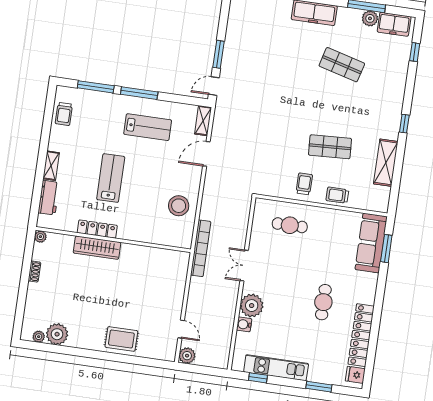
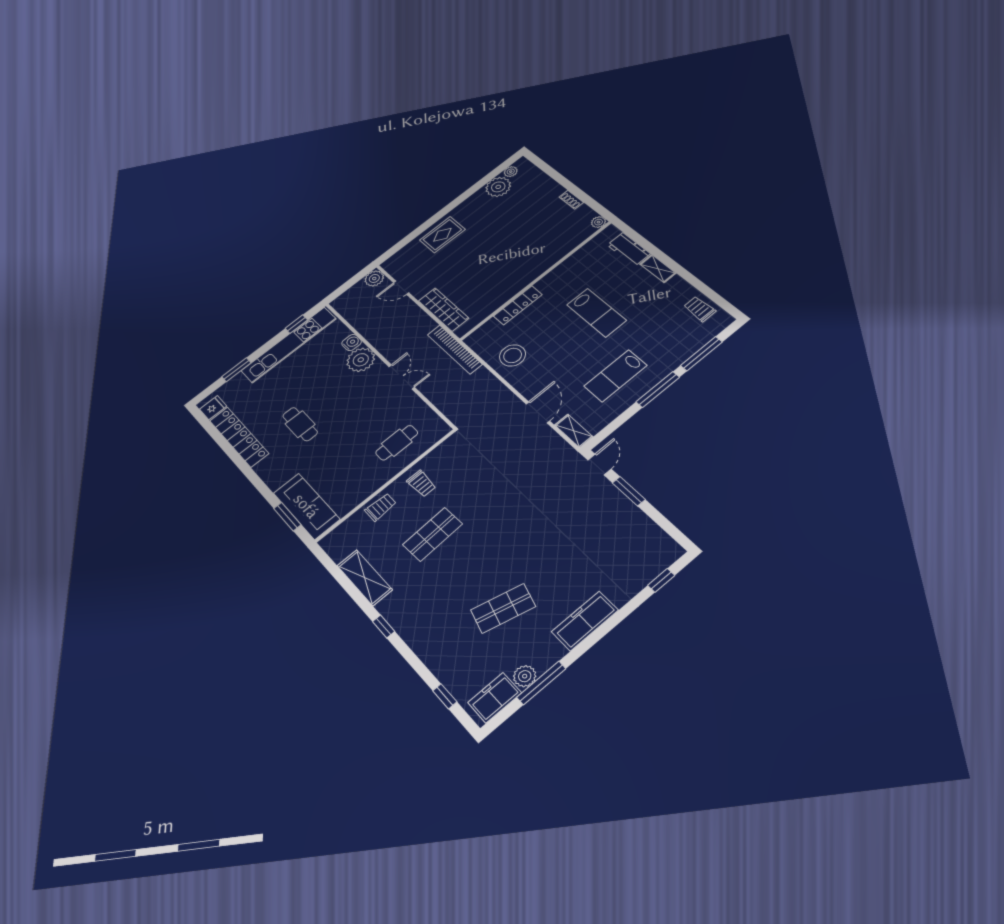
locker: (97, 229) -> (518, 305), moved
wardrobe: (97, 248) -> (443, 310), moved, turned 90
kitchen unit: (276, 368) -> (289, 345), width x1.36

